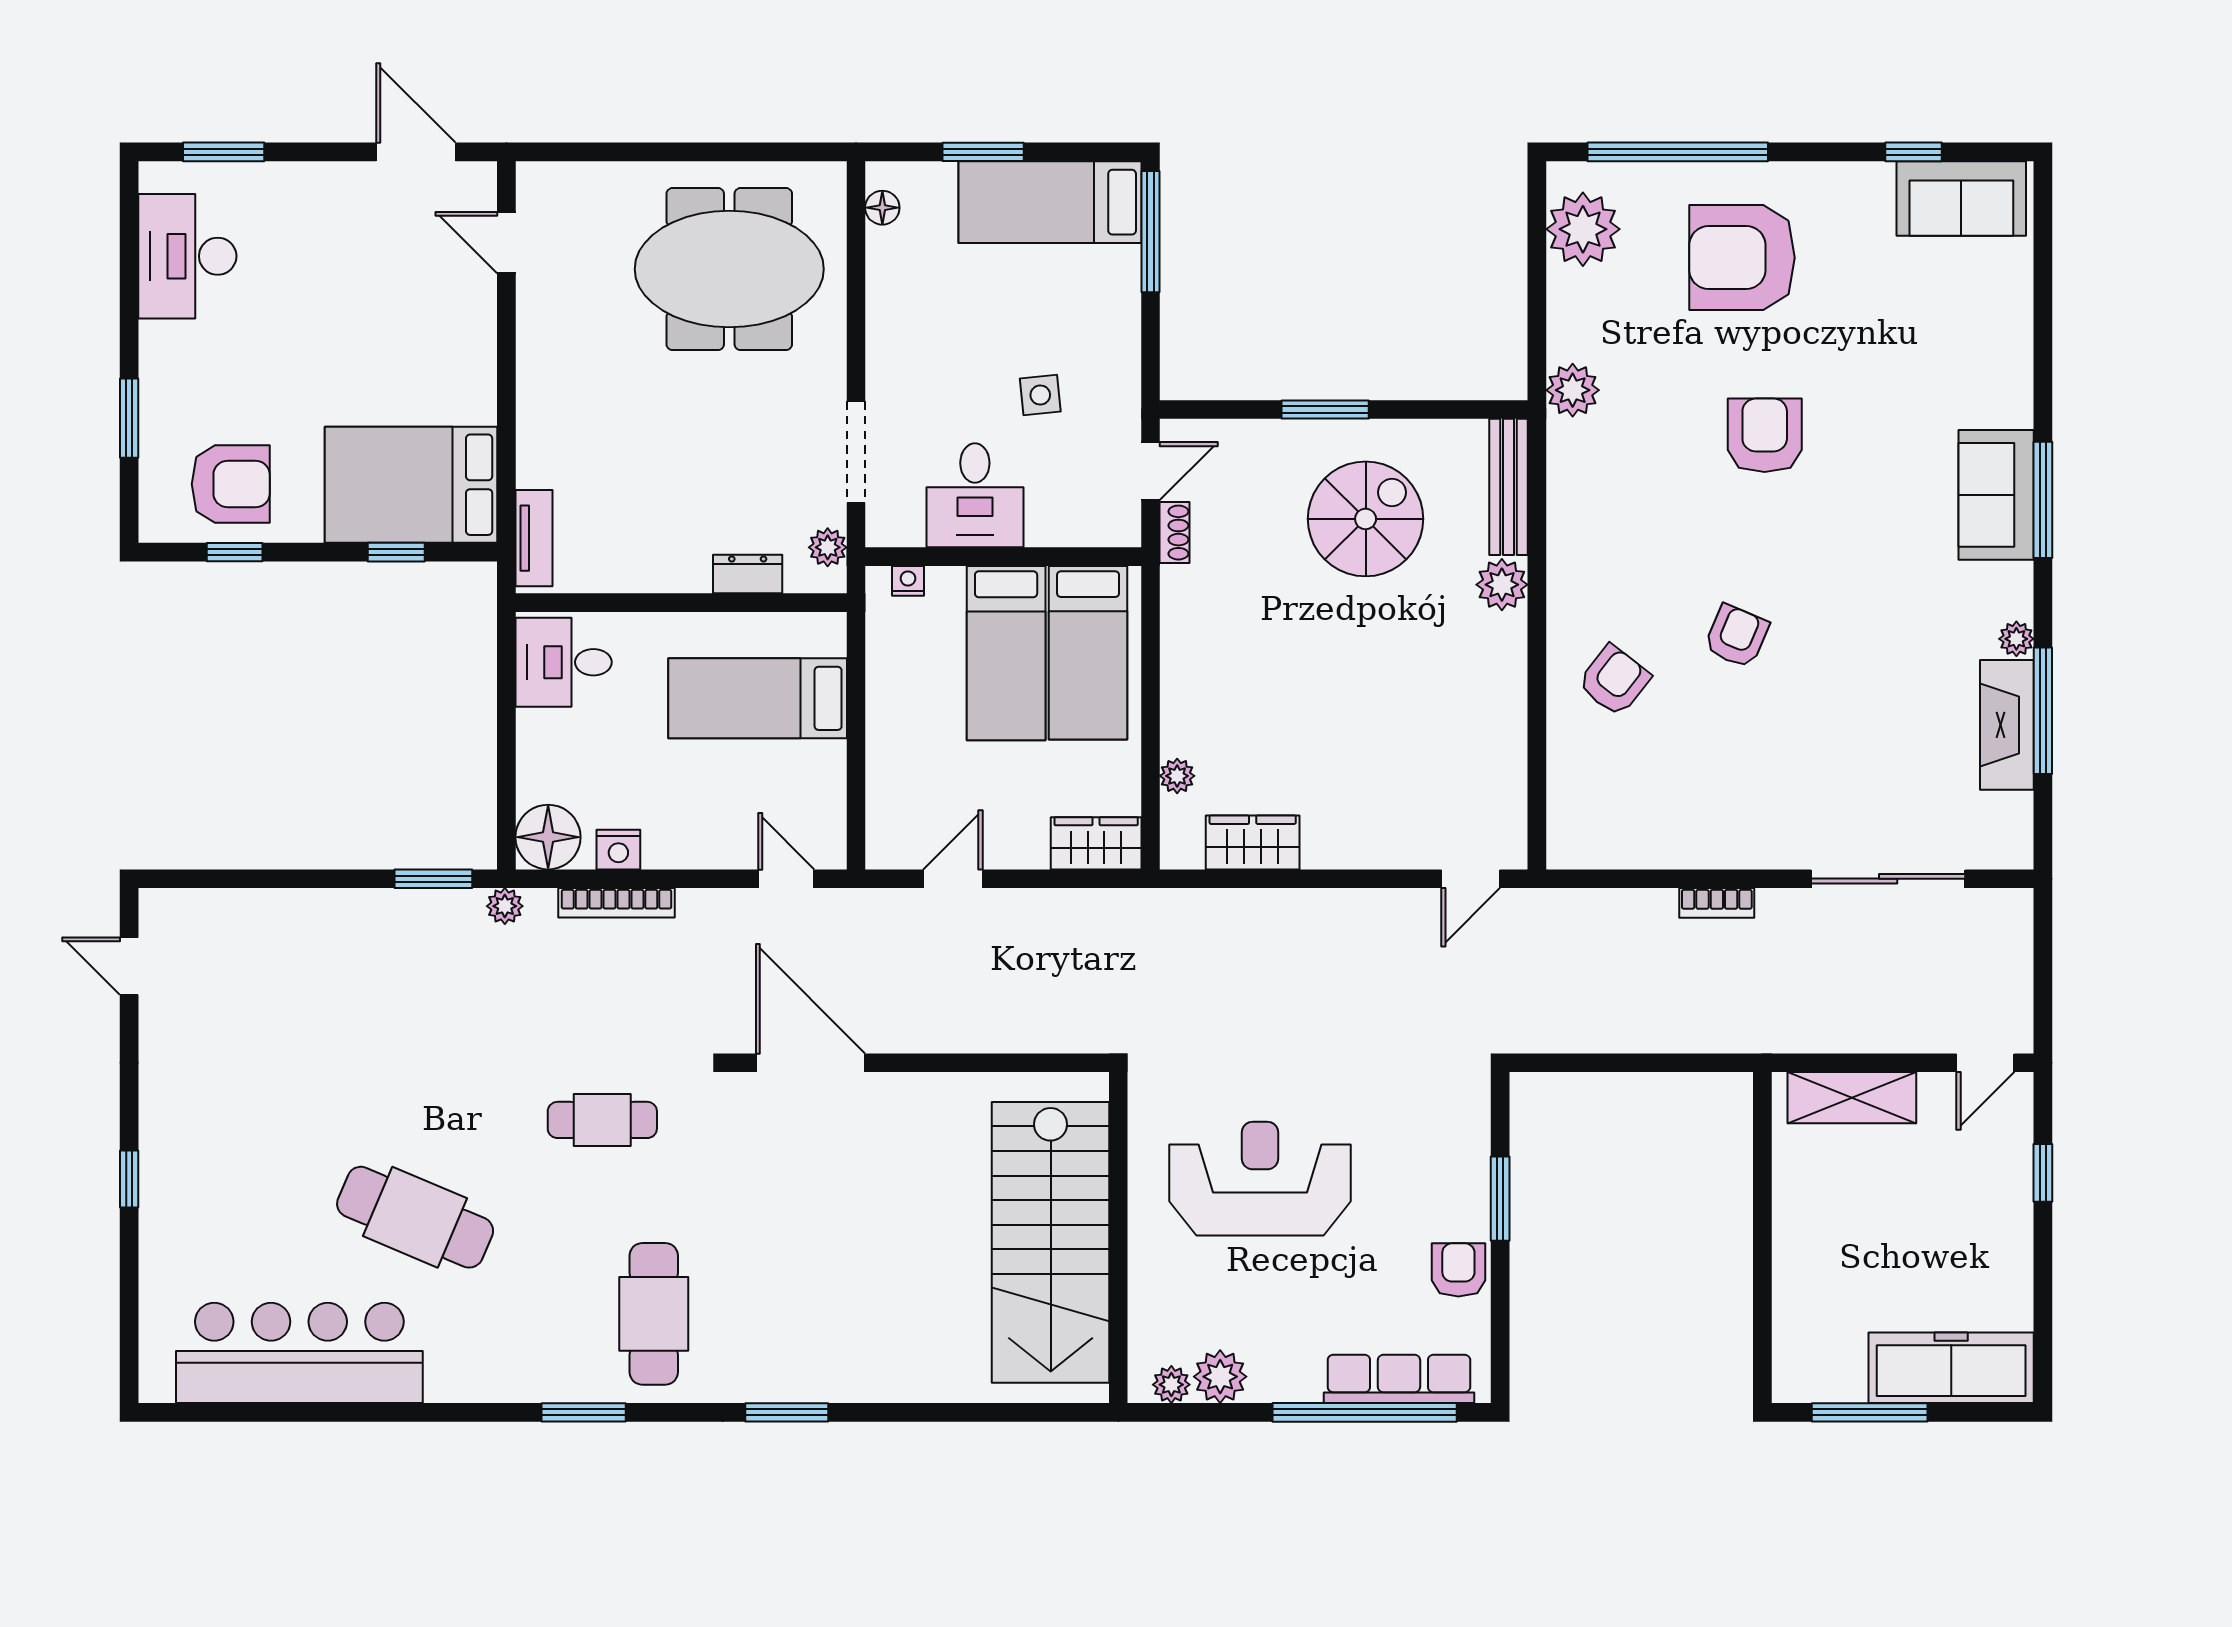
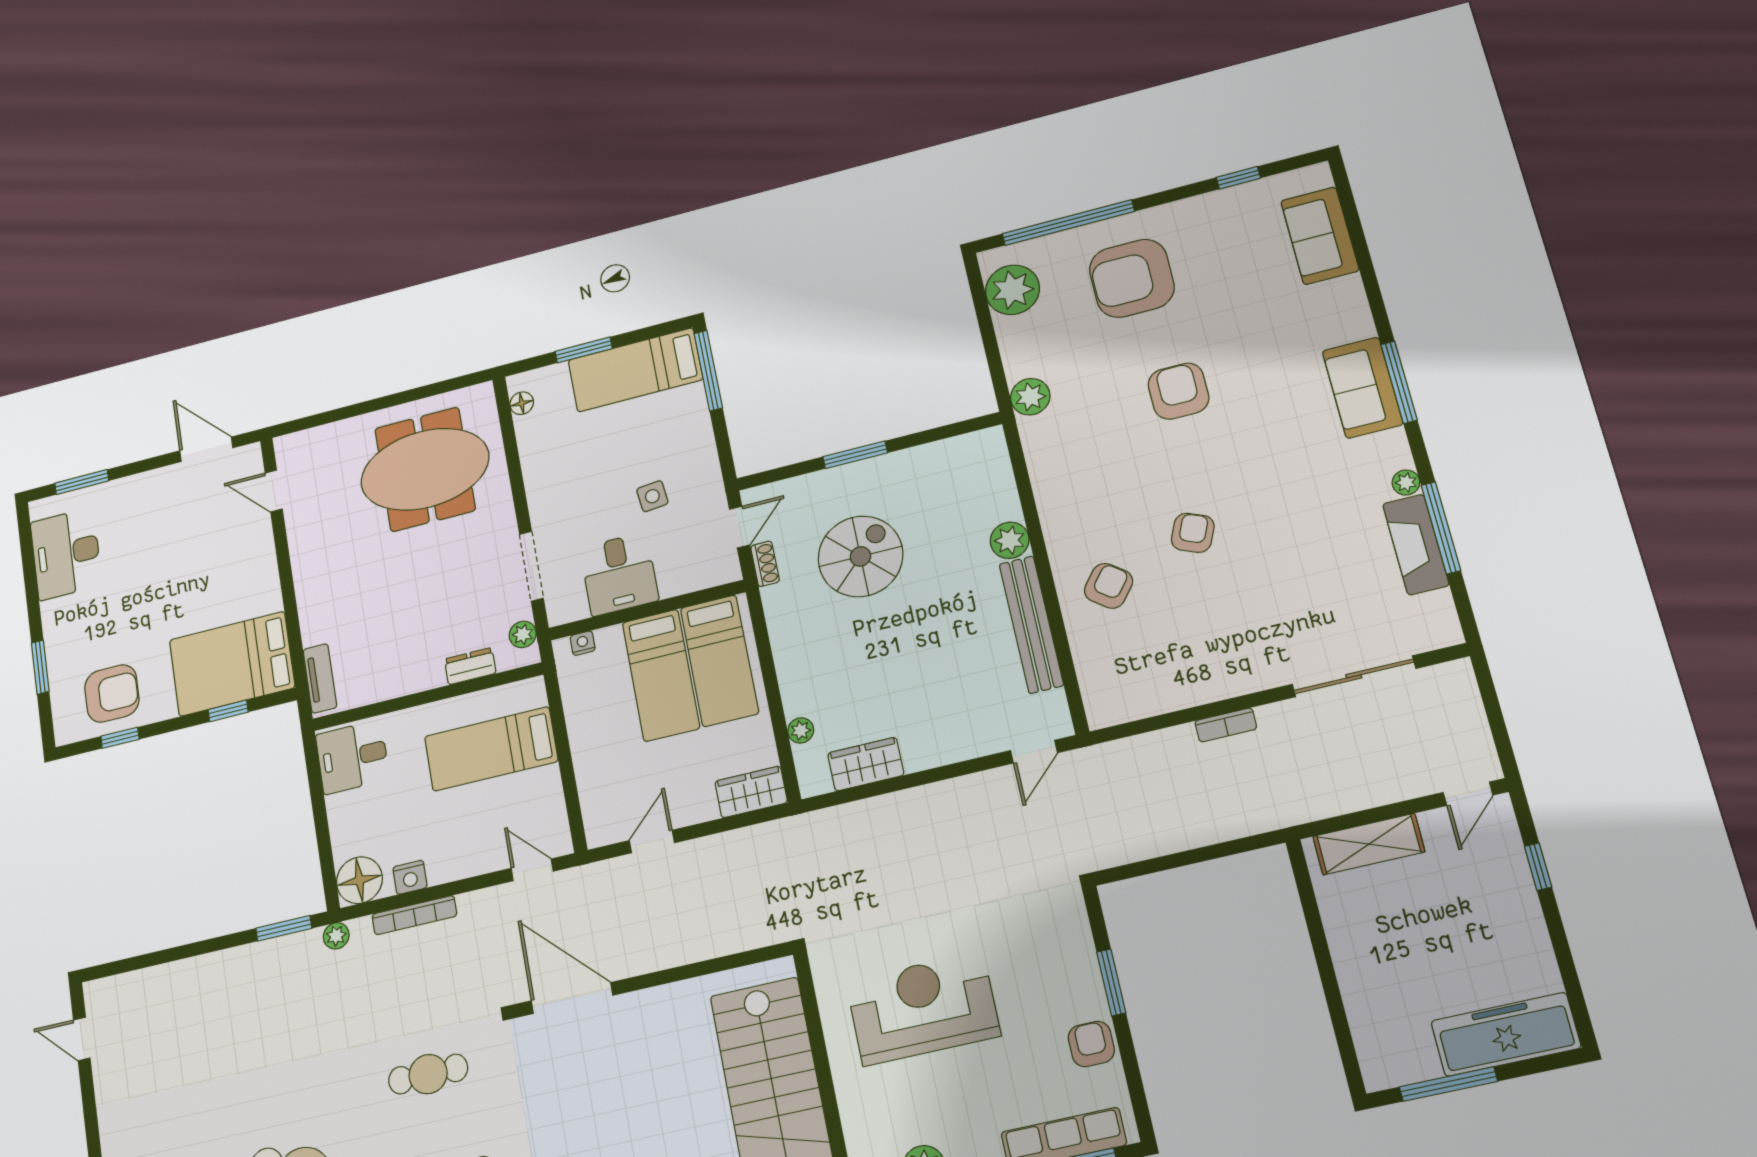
sofa: (1961, 198) -> (1320, 236), moved, turned 90
bench: (1509, 487) -> (1031, 624), moved, width x1.37, depth x1.21
spiral stairs: (1366, 519) -> (860, 556), moved

